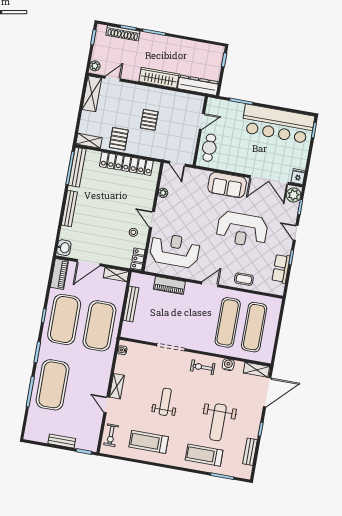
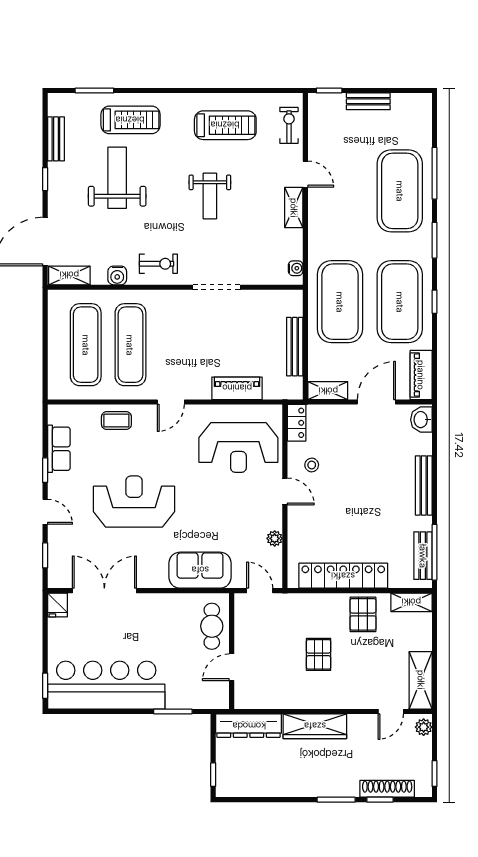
bench: (77, 167) -> (423, 556), width x0.73
sofa: (227, 185) -> (200, 570), moved
plant: (294, 195) -> (60, 573), removed

